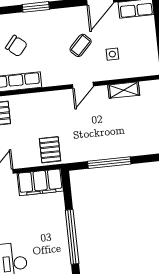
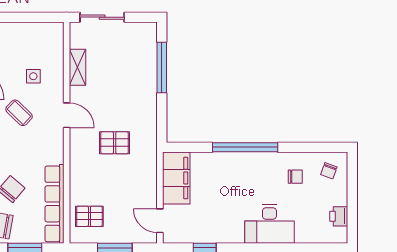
pallet: (50, 150) -> (115, 143), moved
window: (109, 163) -> (162, 68), moved

